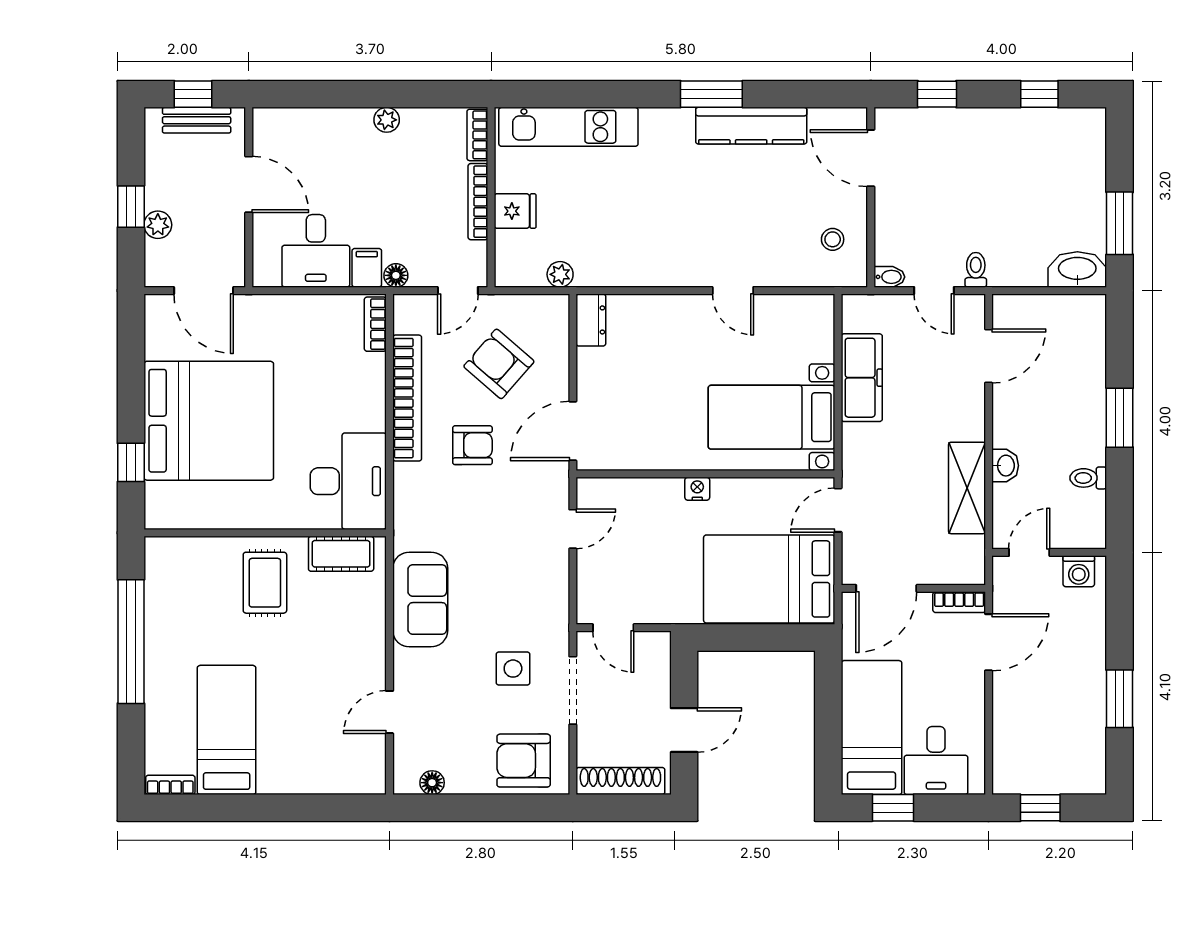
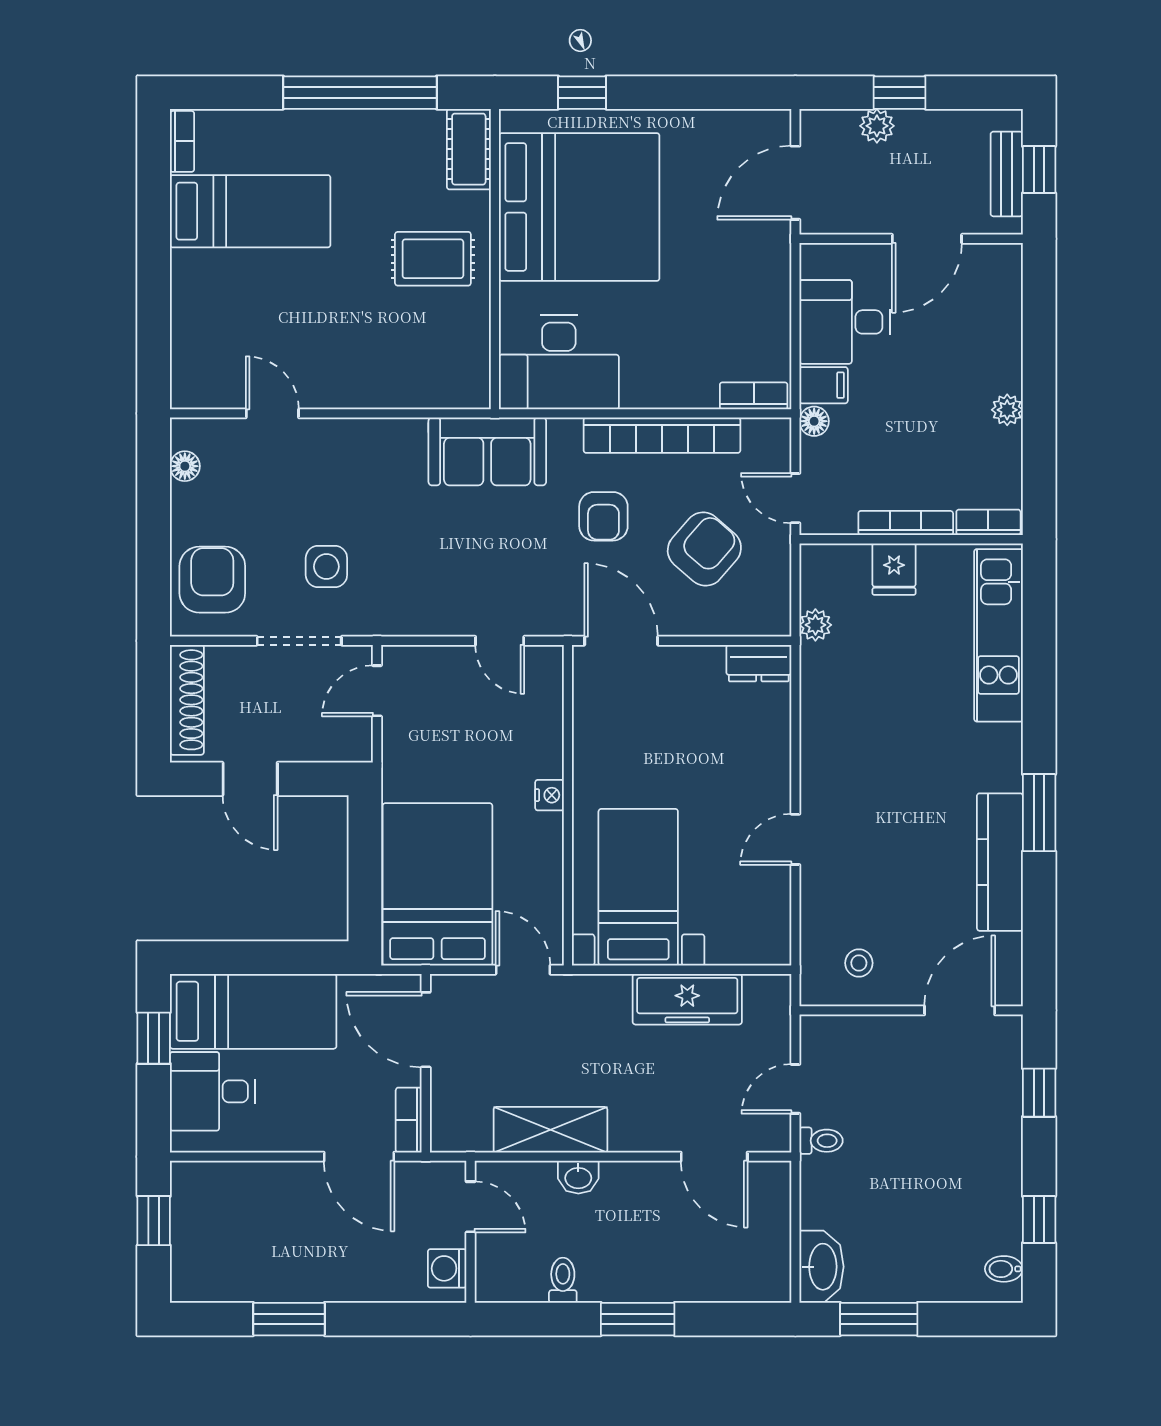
bidet: (889, 277) -> (1004, 1269), moved, turned 90
bed: (209, 421) -> (579, 207), moved, turned -90
cot: (341, 554) -> (469, 149), moved
sofa: (420, 599) -> (487, 451), moved

